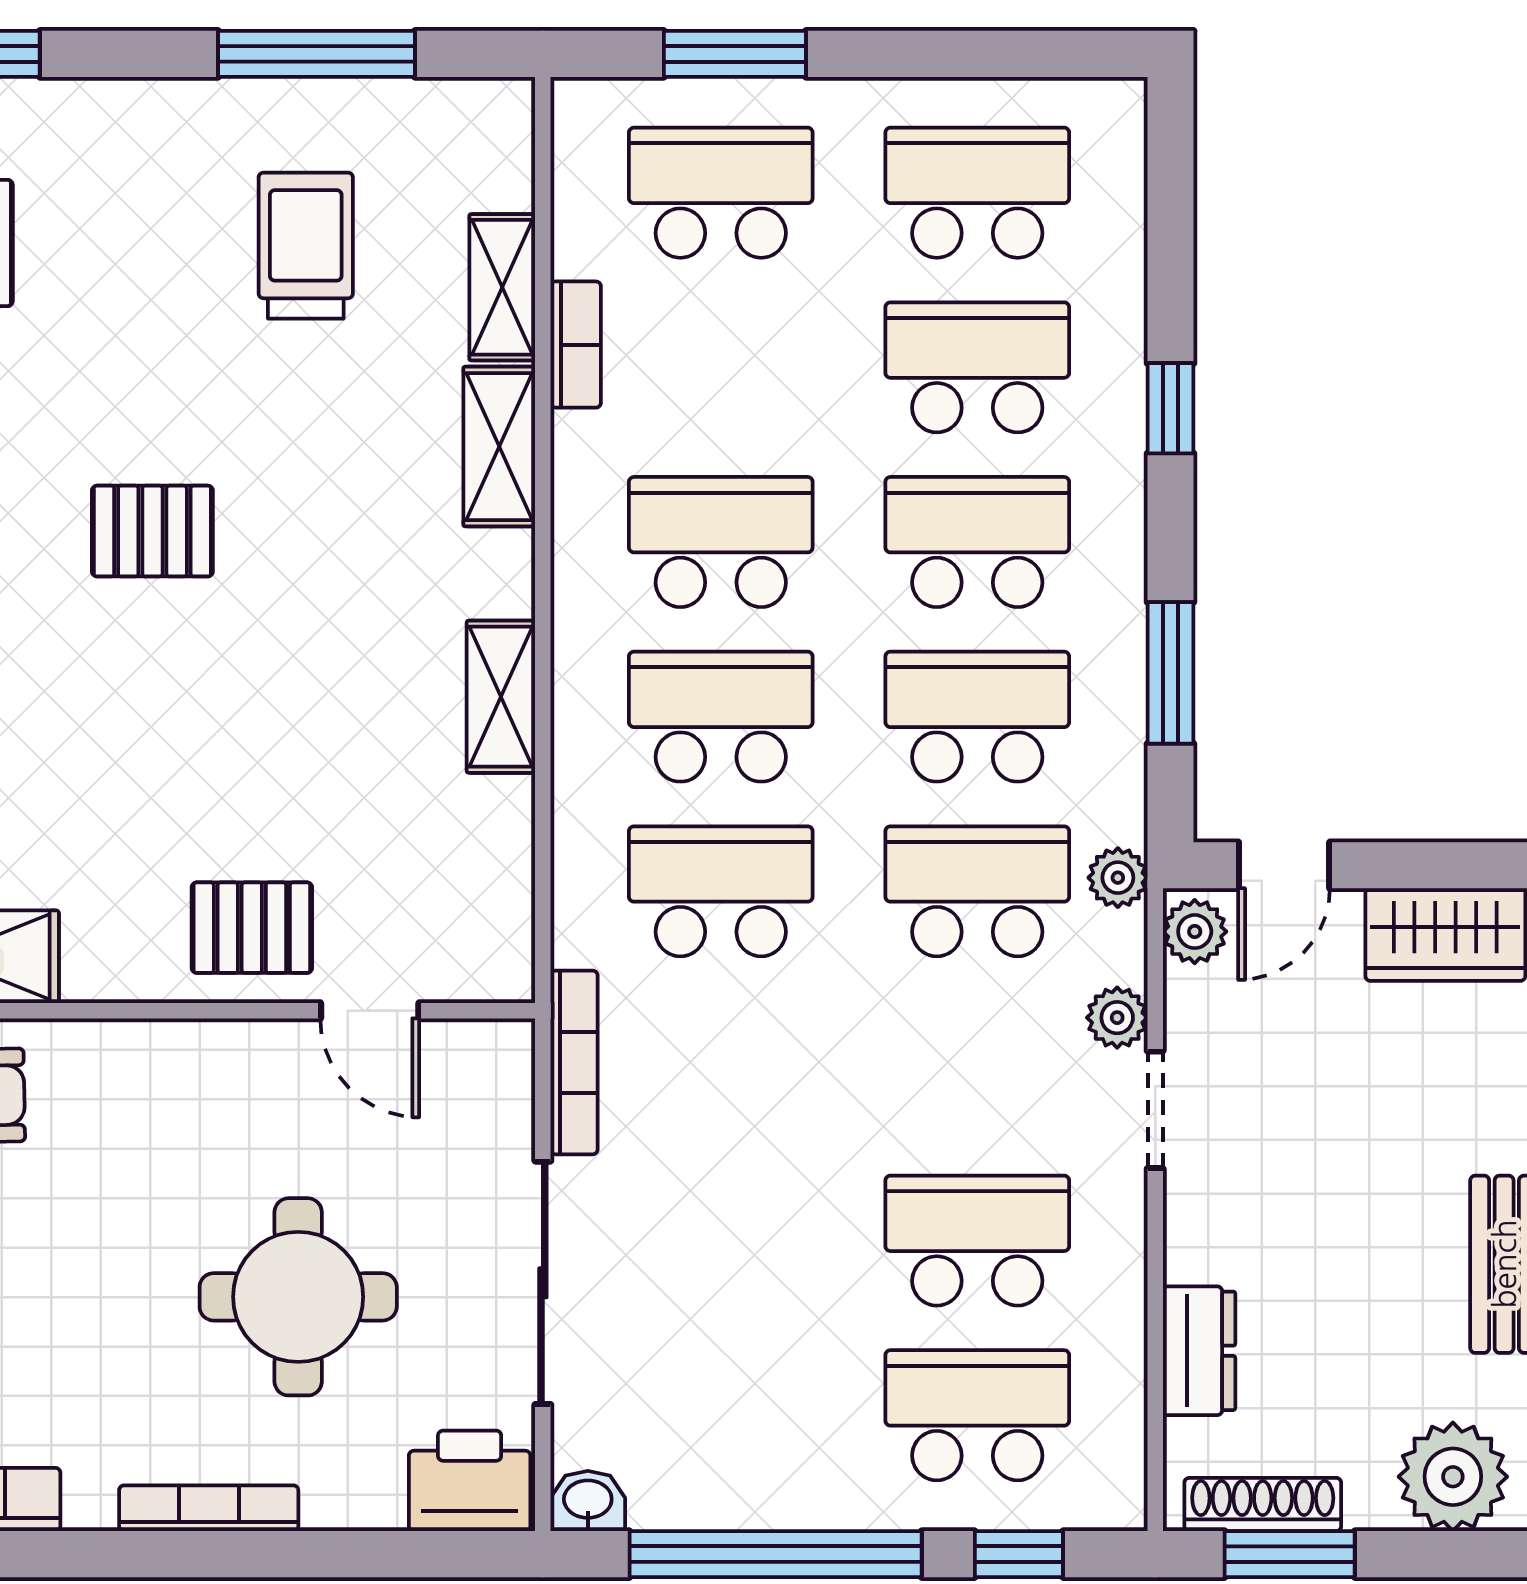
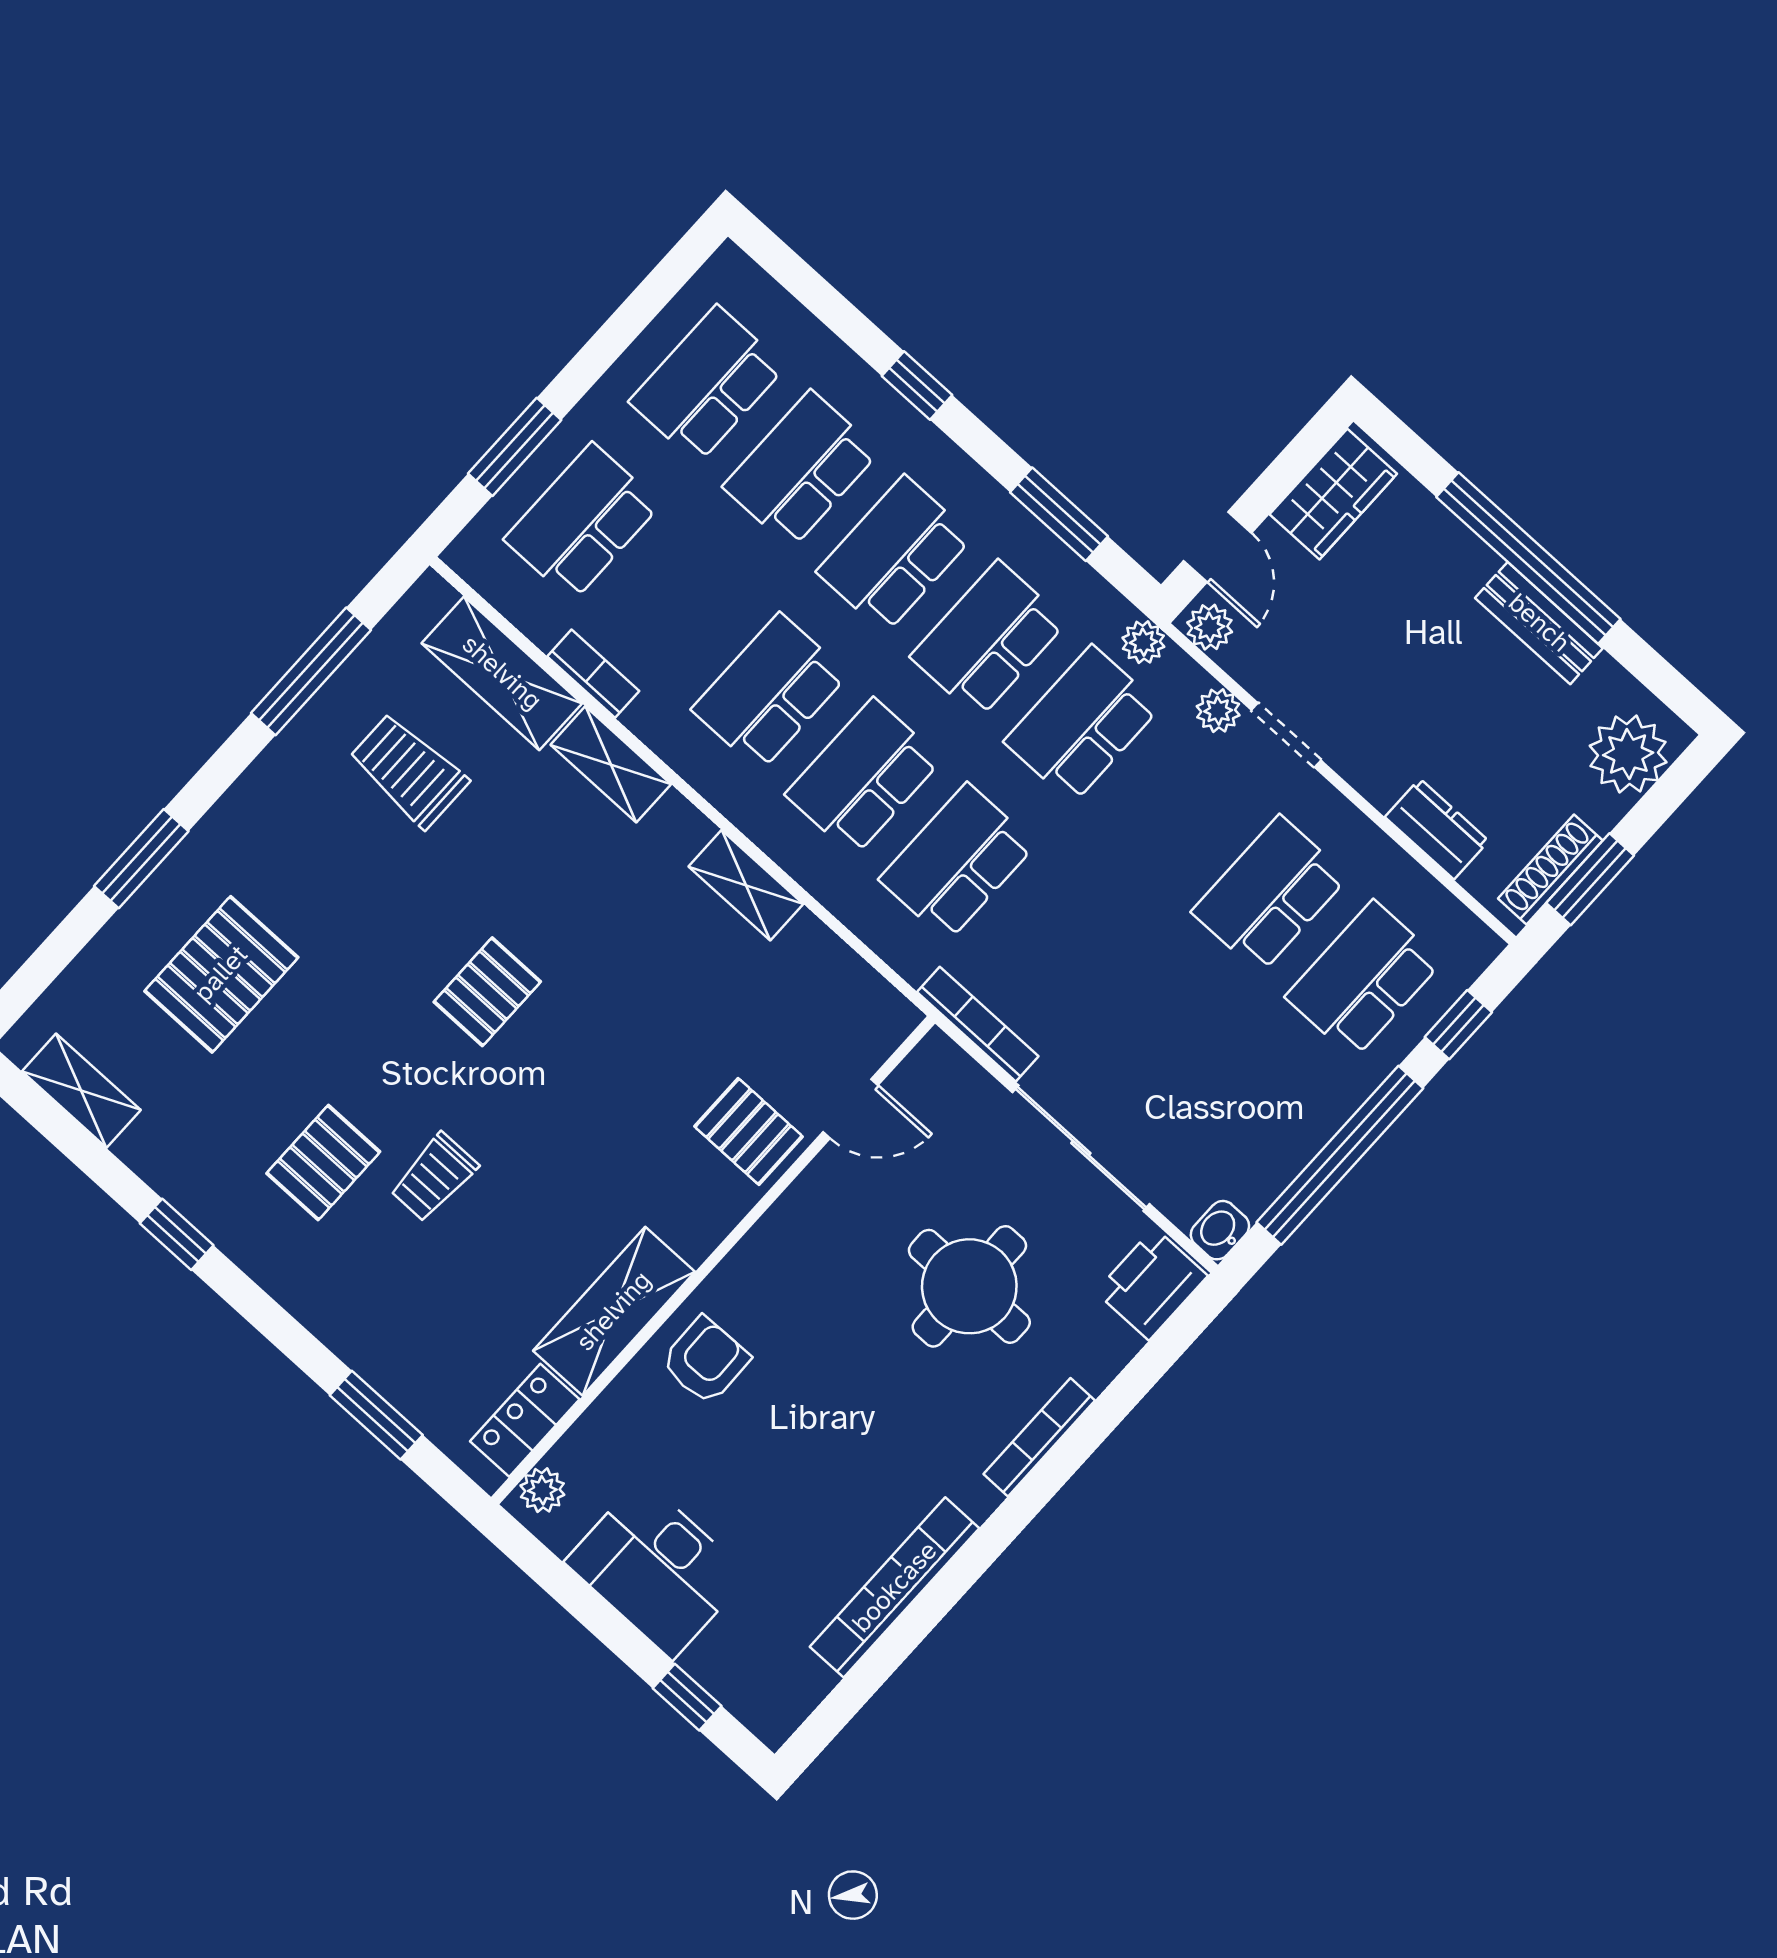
shelving: (502, 287) -> (502, 673), width x1.50, depth x1.33
pallet: (252, 928) -> (749, 1131), turned 90

